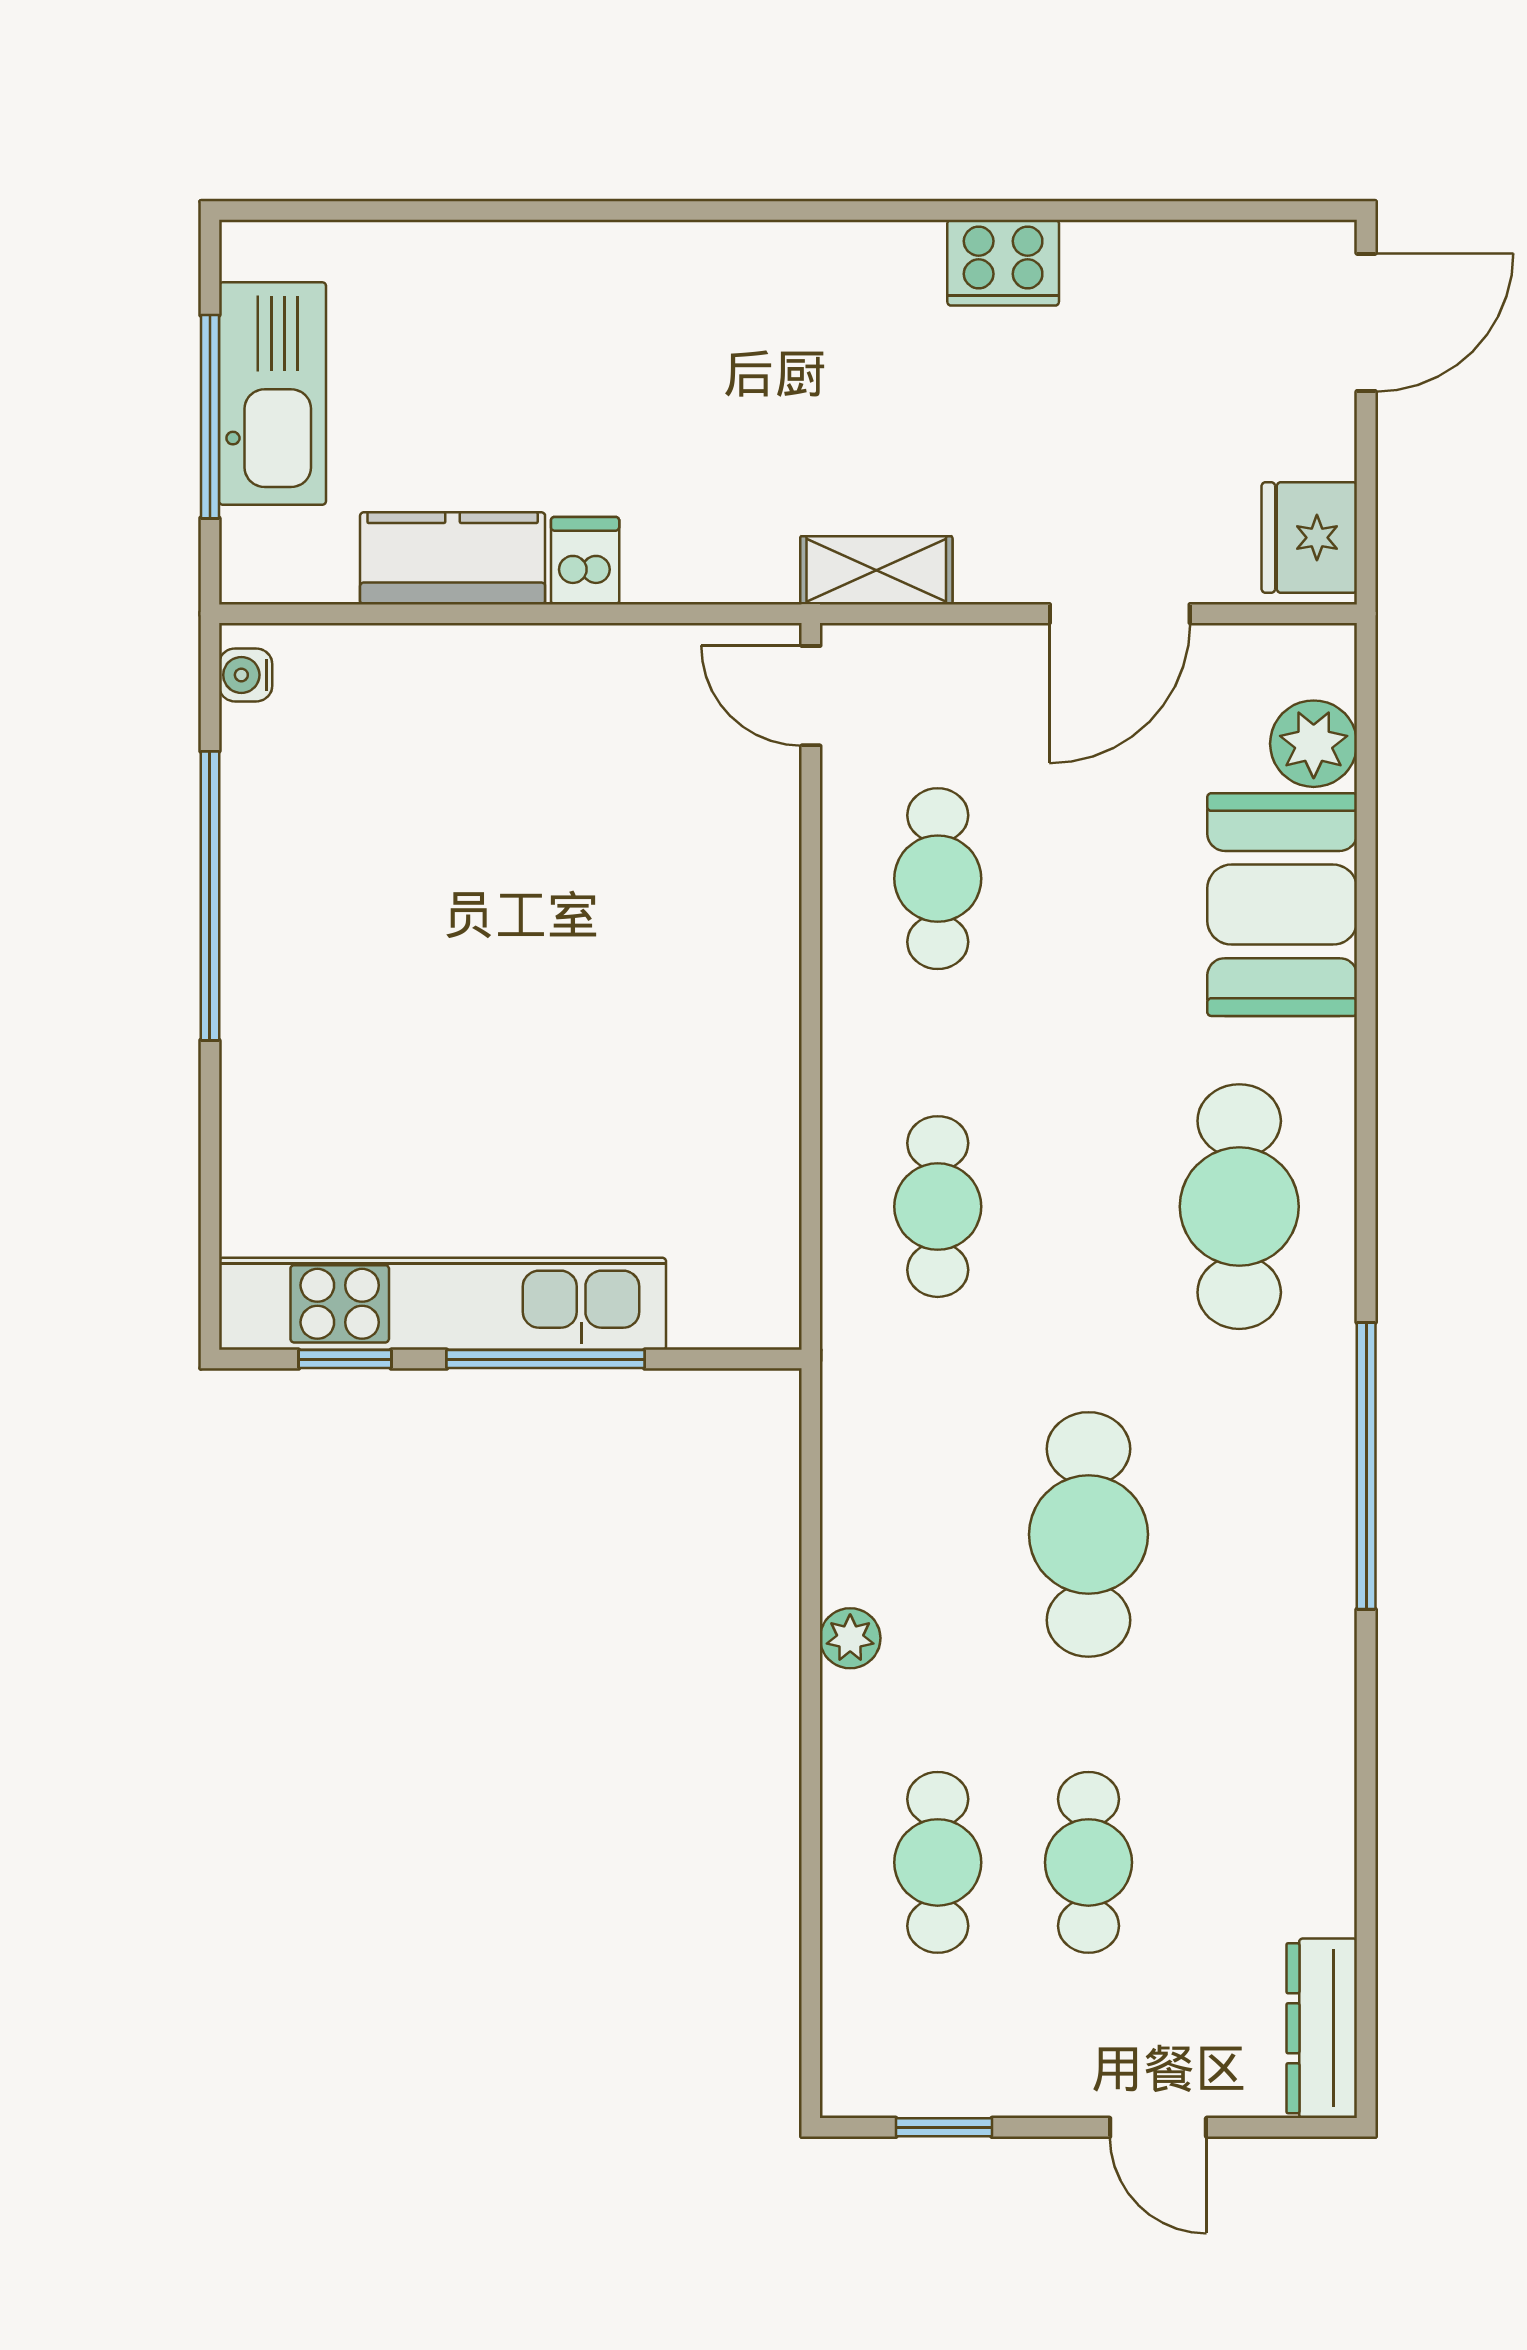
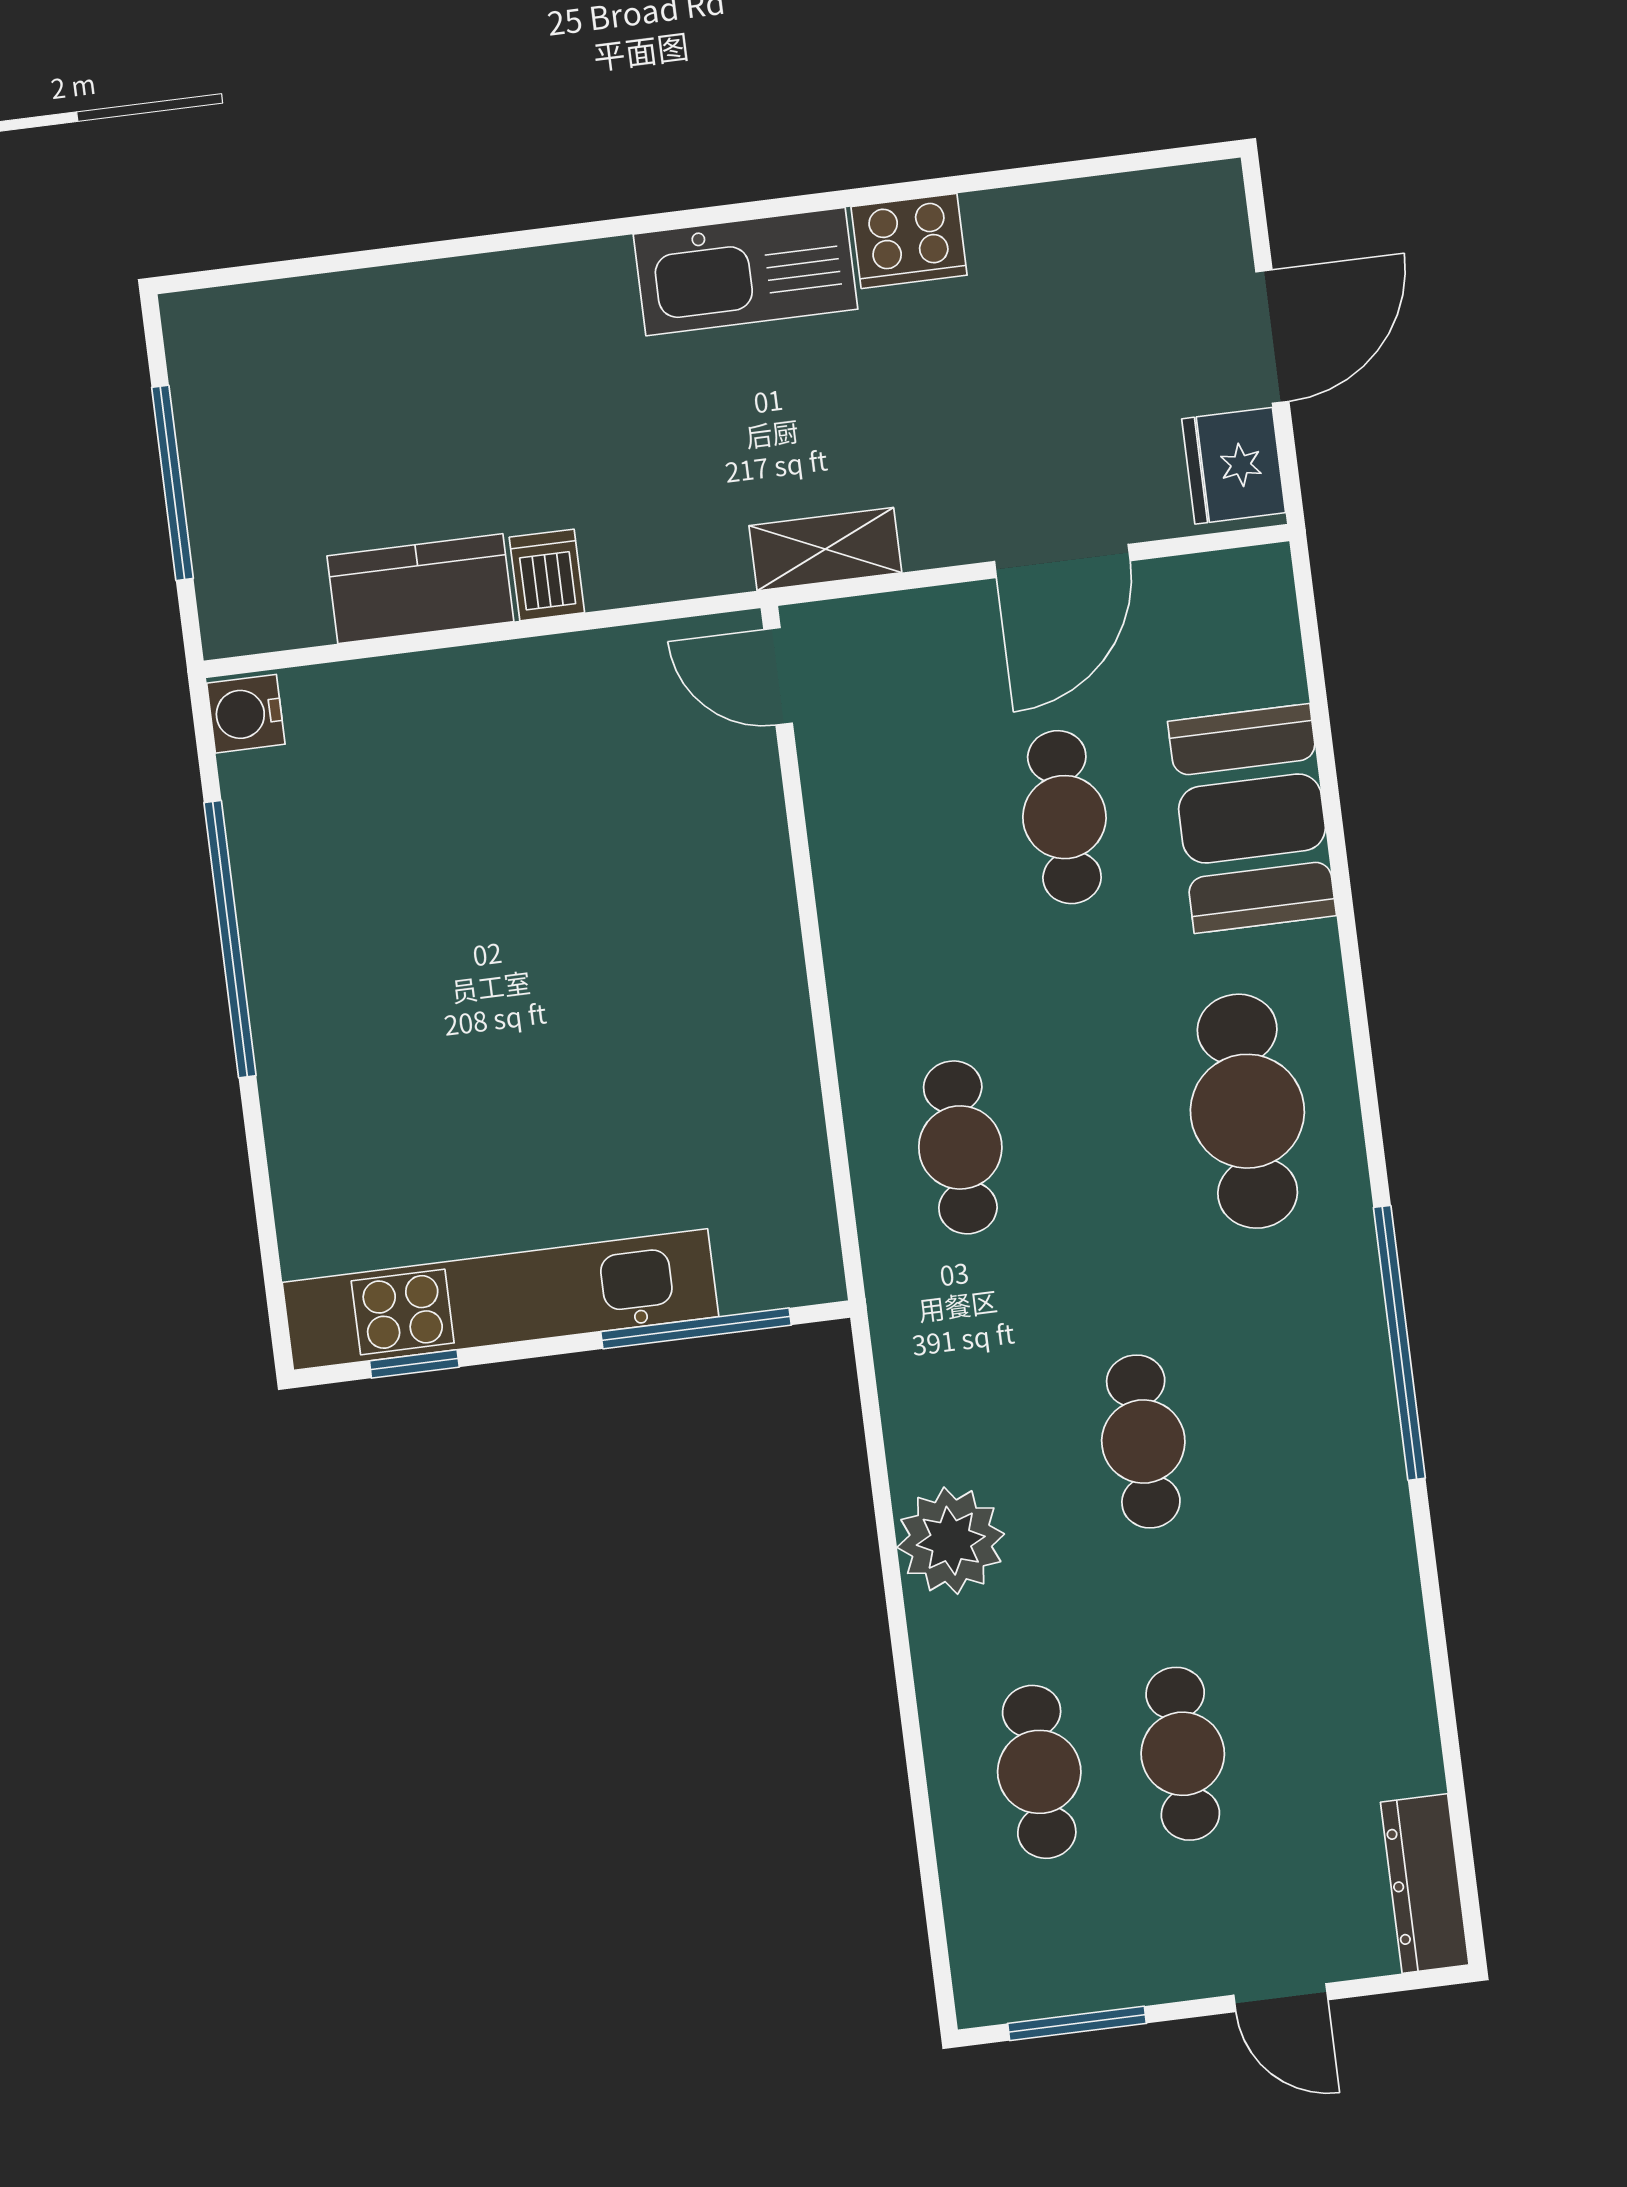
door: (1366, 322) -> (1272, 337), moved
kitchen sink: (272, 394) -> (746, 272), moved, turned 90
water cooler: (246, 675) -> (246, 714), width x1.38, depth x1.38
plant: (1314, 744) -> (1263, 662), removed
cafe table: (938, 879) -> (1064, 817), moved
window: (546, 1359) -> (696, 1328), moved
cafe table: (1088, 1534) -> (1143, 1442), width x0.73, depth x0.74
plant: (850, 1638) -> (951, 1541), width x1.88, depth x1.88
window: (944, 2127) -> (1077, 2023), width x1.50

